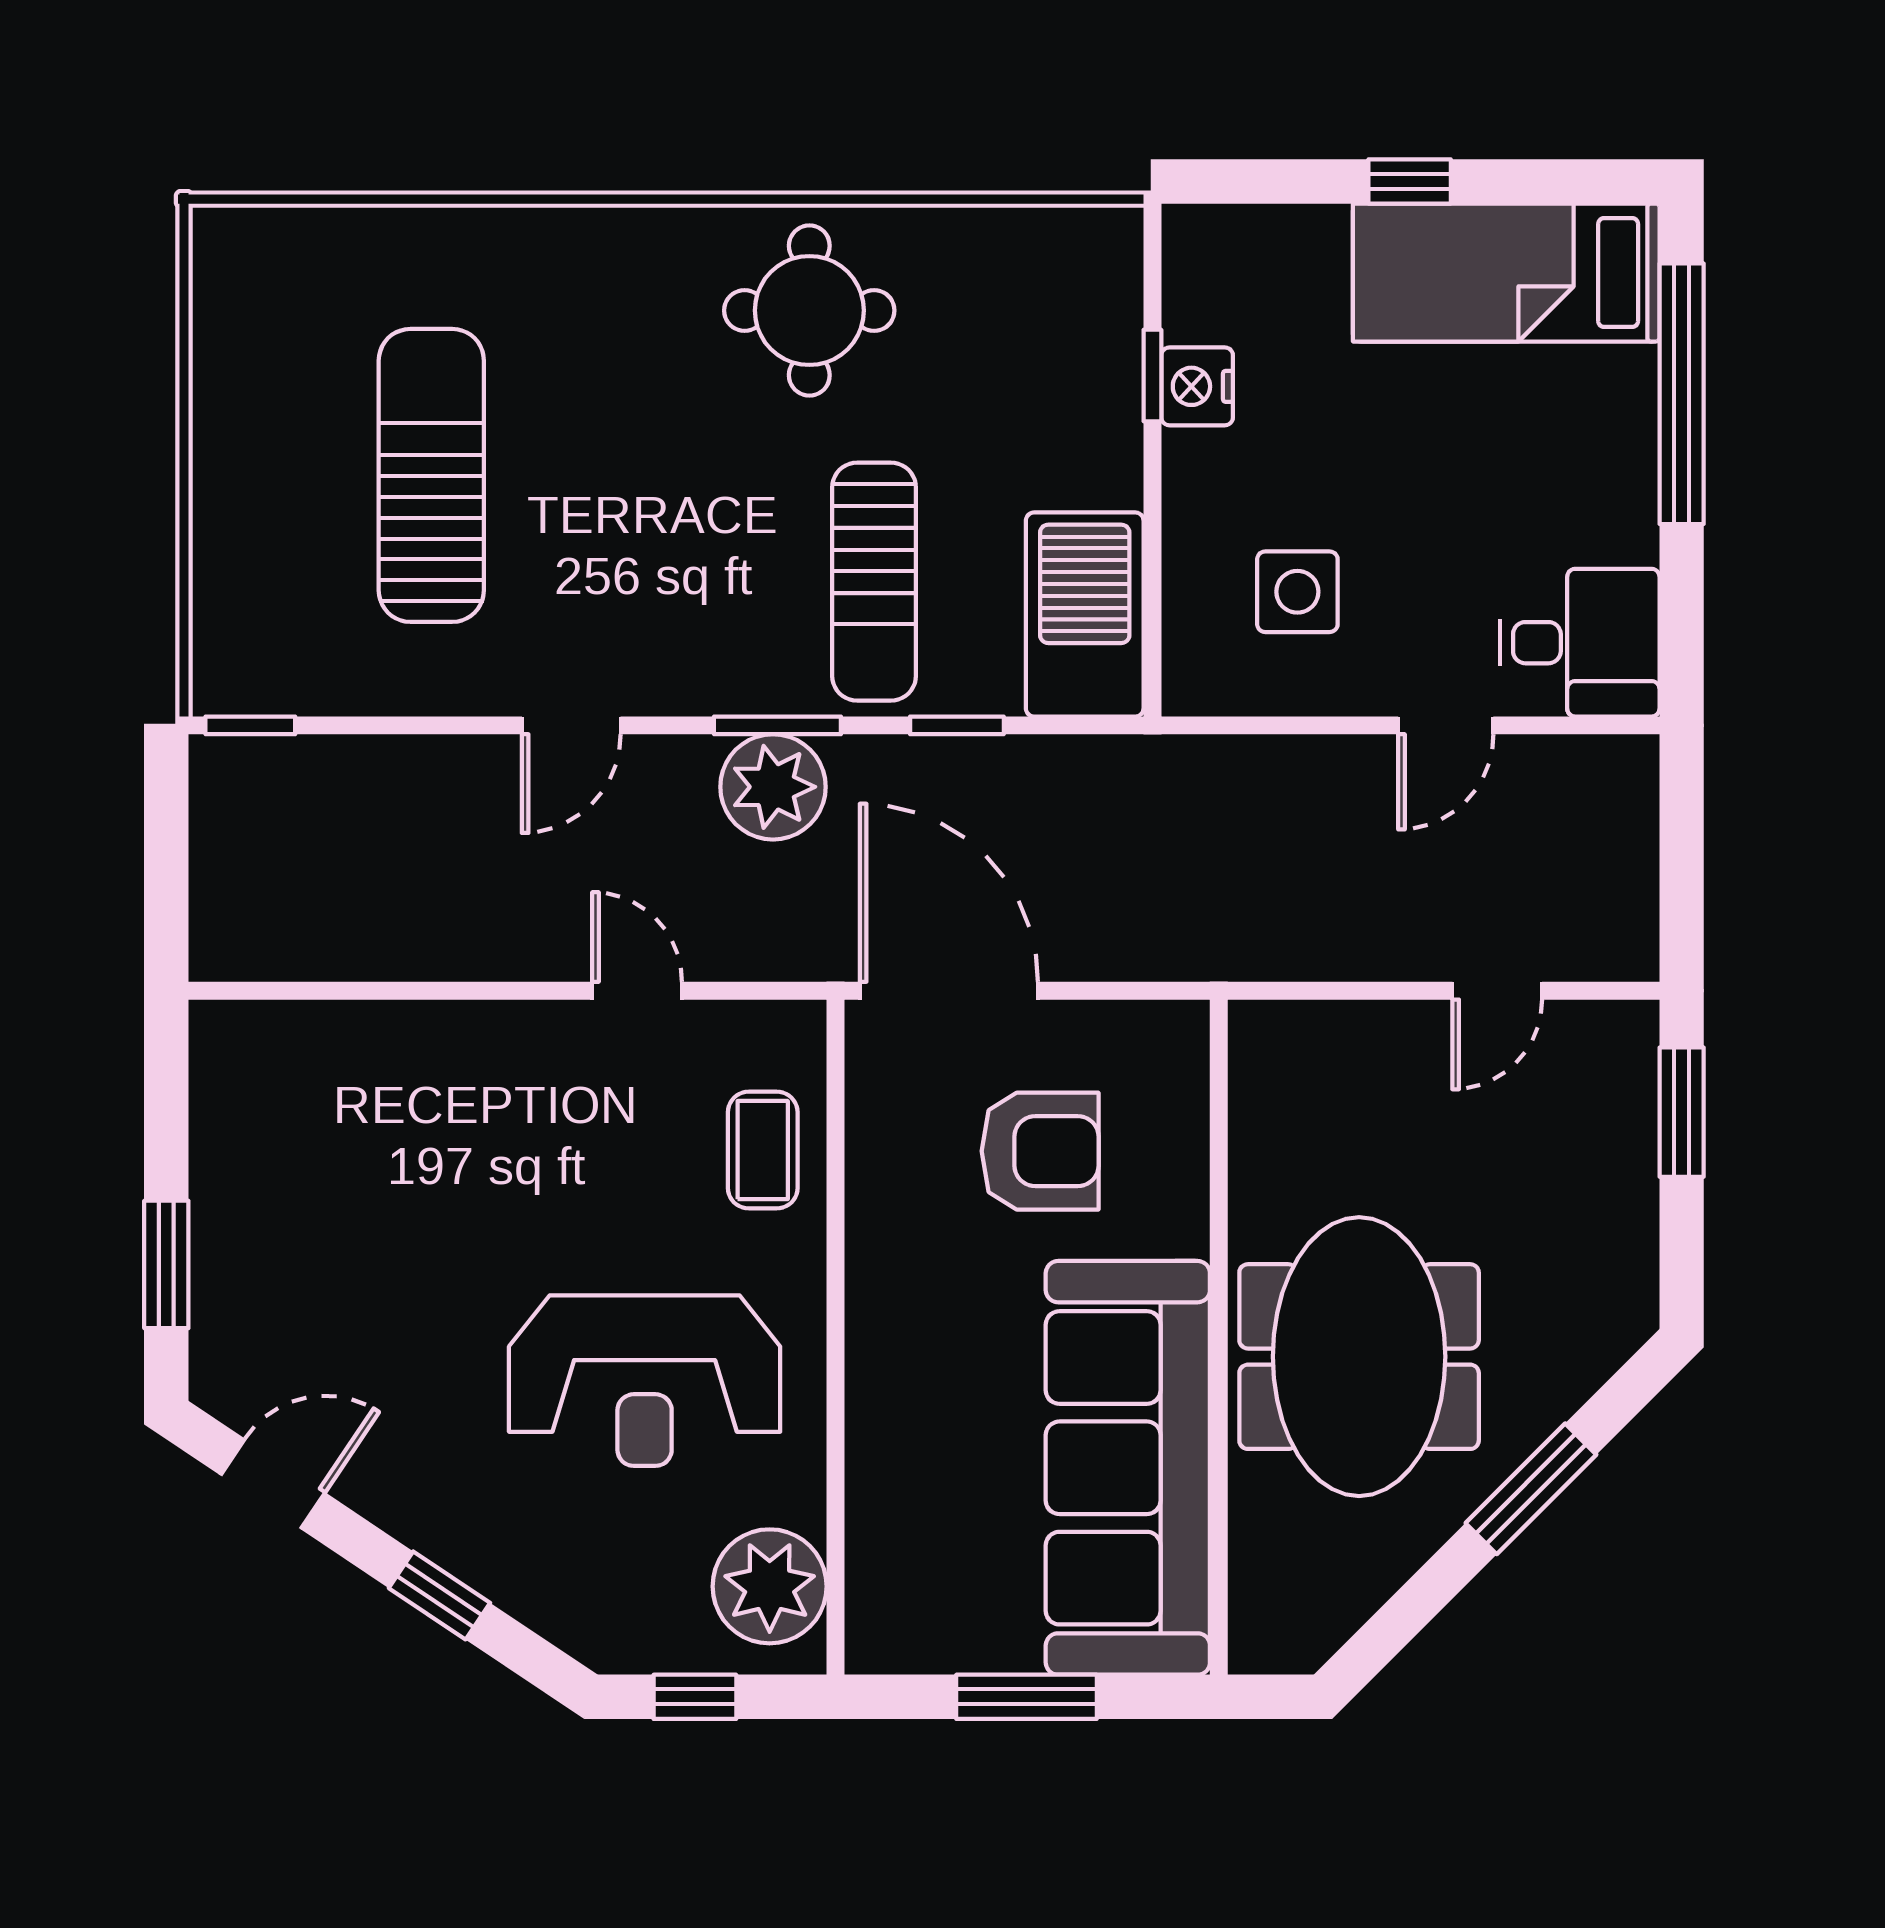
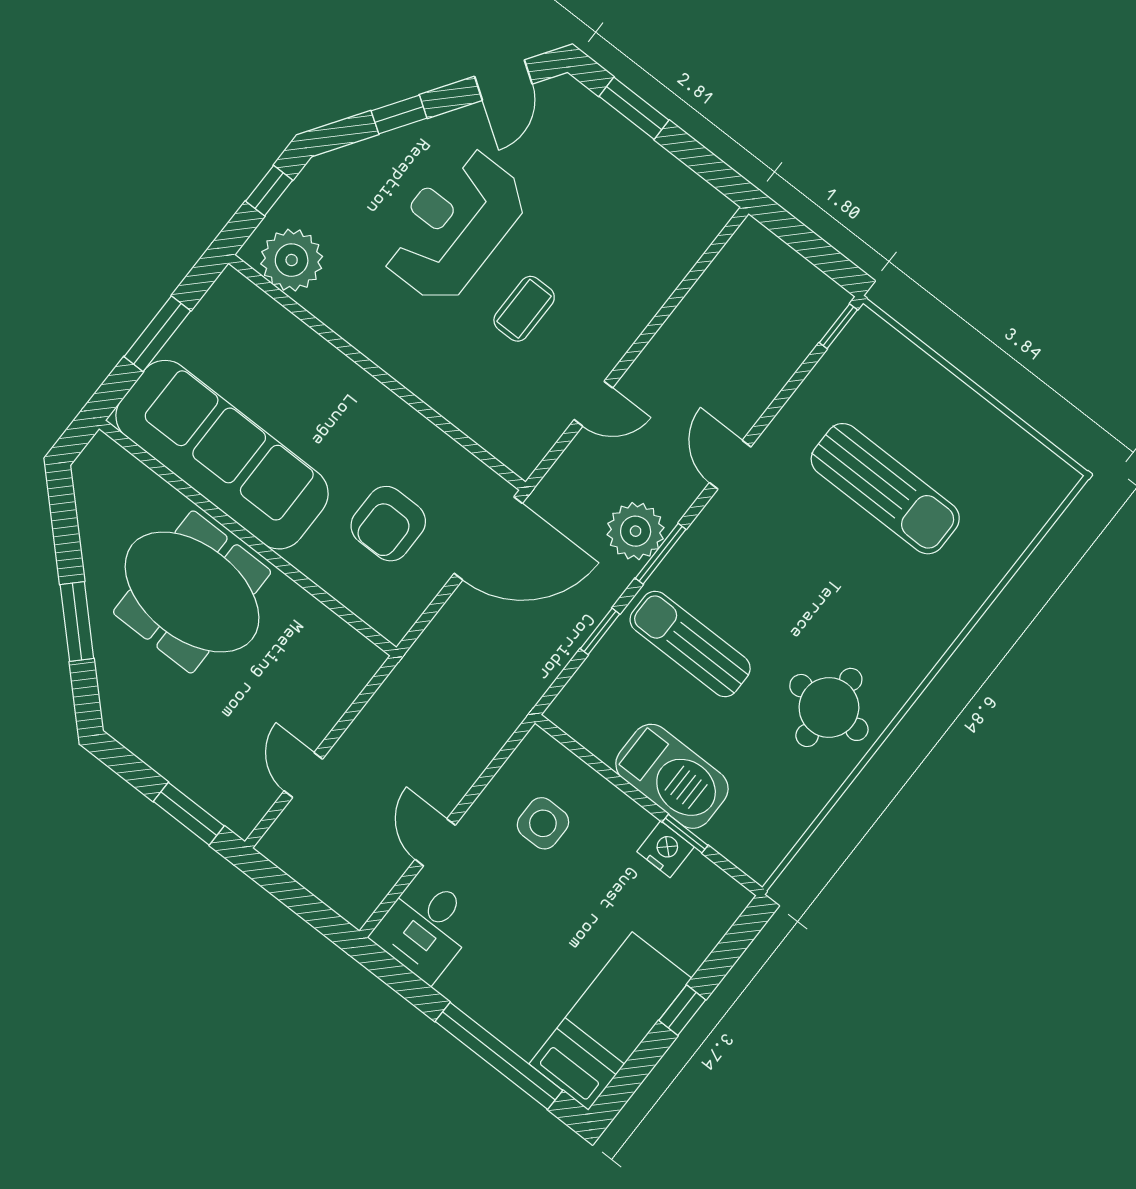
barbecue: (1085, 614) -> (672, 776), moved
coffee table: (763, 1150) -> (524, 309), moved, turned 90
reception desk: (645, 1381) -> (454, 225), moved

